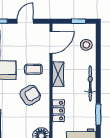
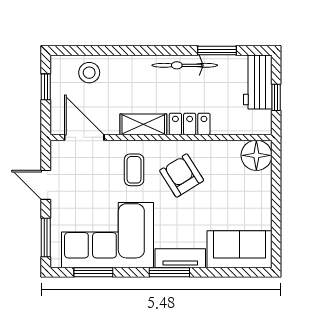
bicycle: (90, 83) -> (185, 65), moved
locker: (58, 111) -> (190, 124), moved

